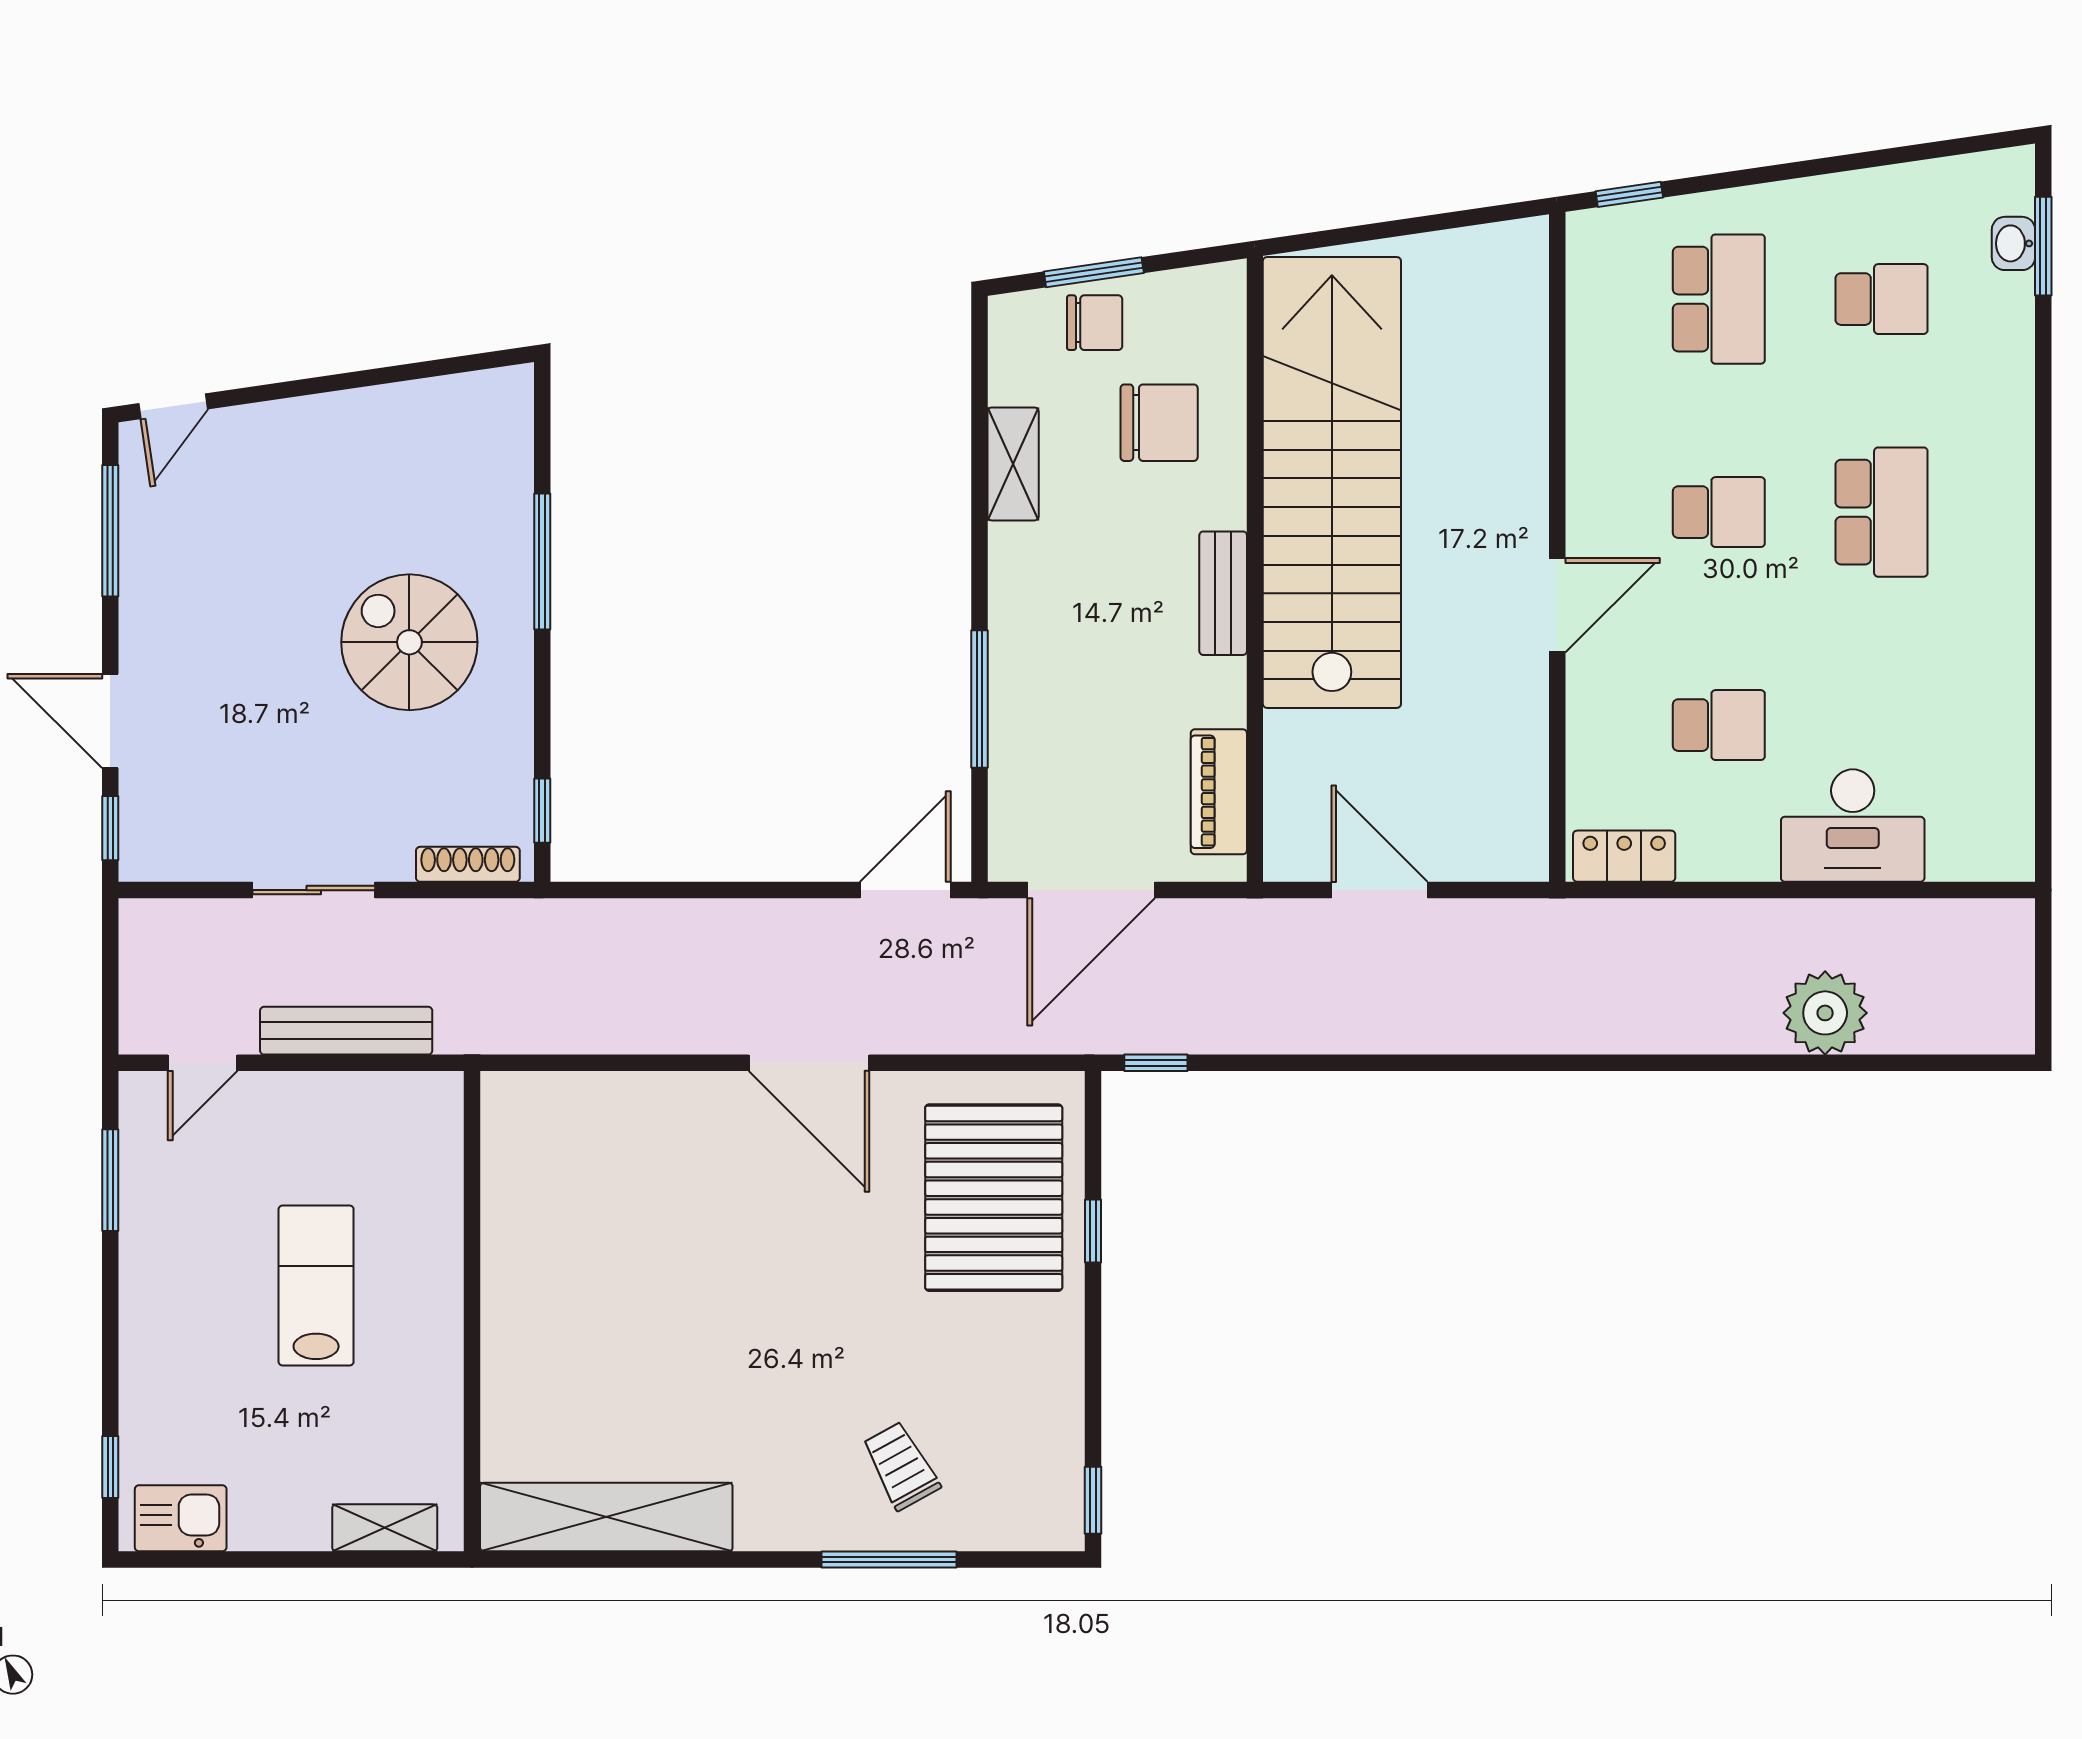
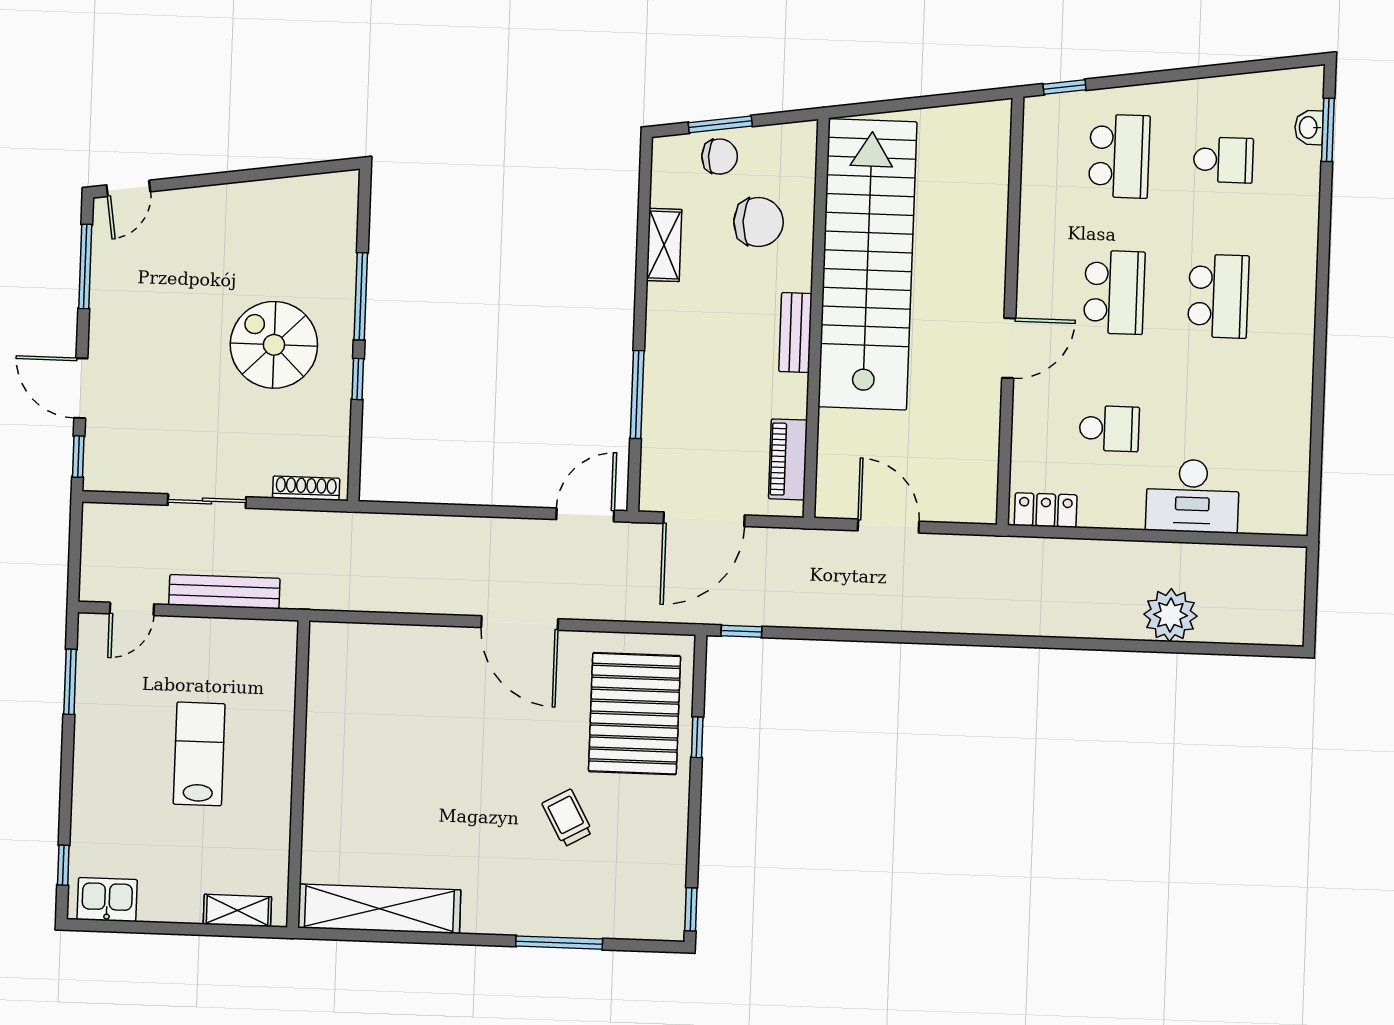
school desk: (1719, 512) -> (1114, 292), width x1.85
window: (542, 811) -> (358, 379), moved
trolley: (901, 1466) -> (567, 818), moved

